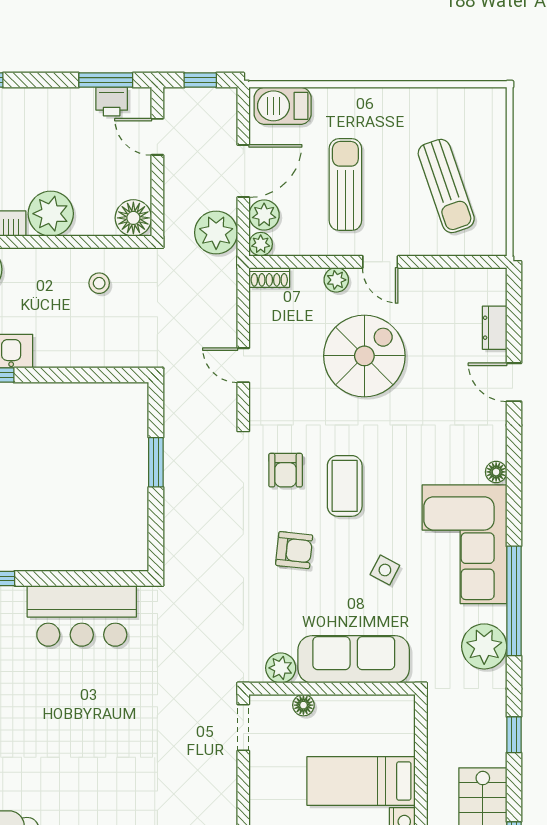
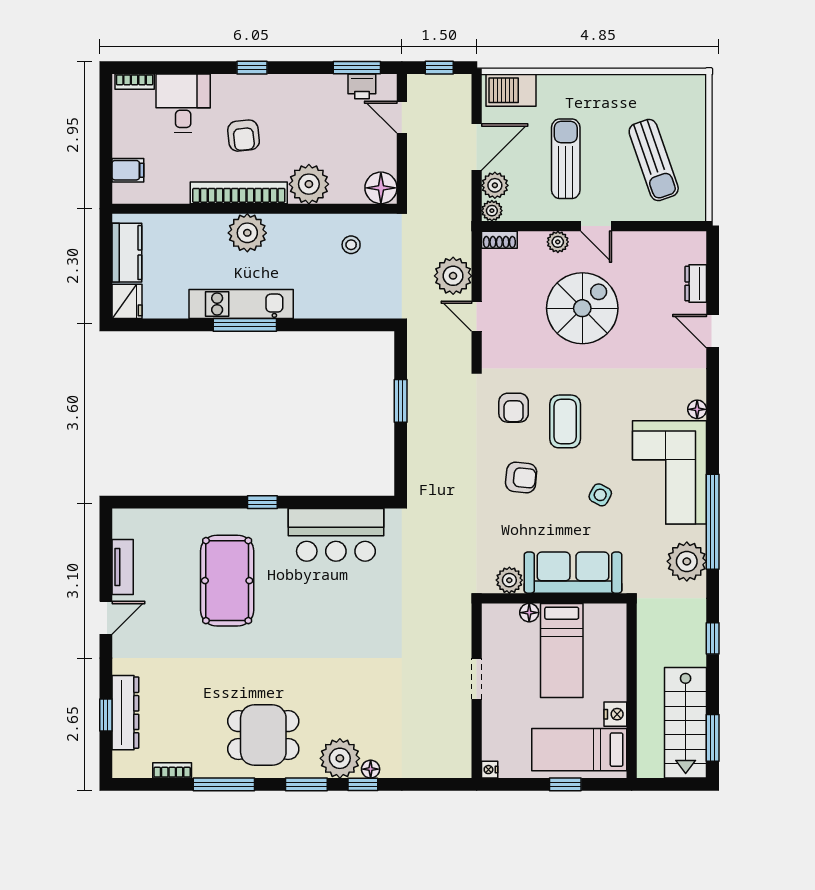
plant: (216, 233) -> (453, 276), moved
doorway: (243, 728) -> (477, 679), moved
bed: (361, 781) -> (562, 650), moved, turned -90

